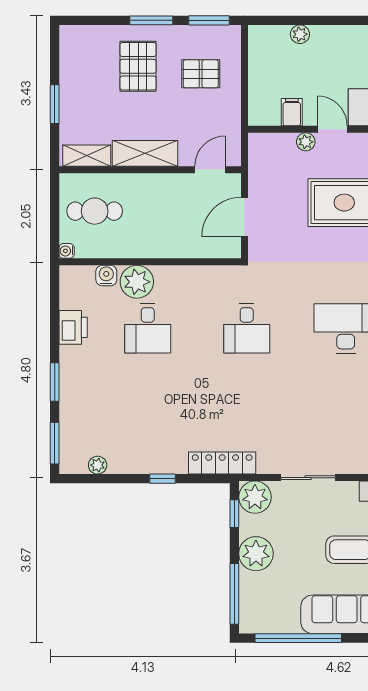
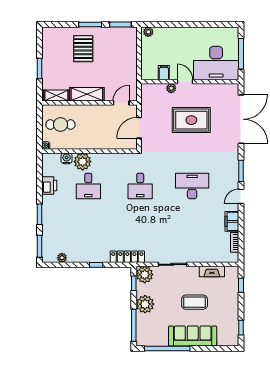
plant: (300, 34) -> (148, 32), moved
pallet: (201, 74) -> (116, 53), removed

